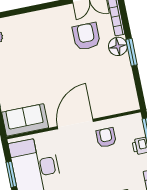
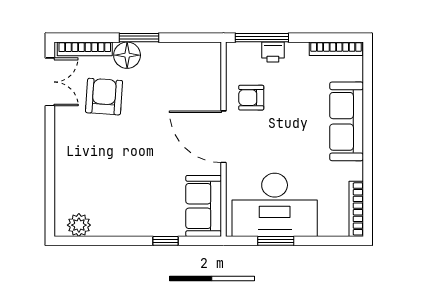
armchair: (86, 36) -> (104, 97), turned 94

